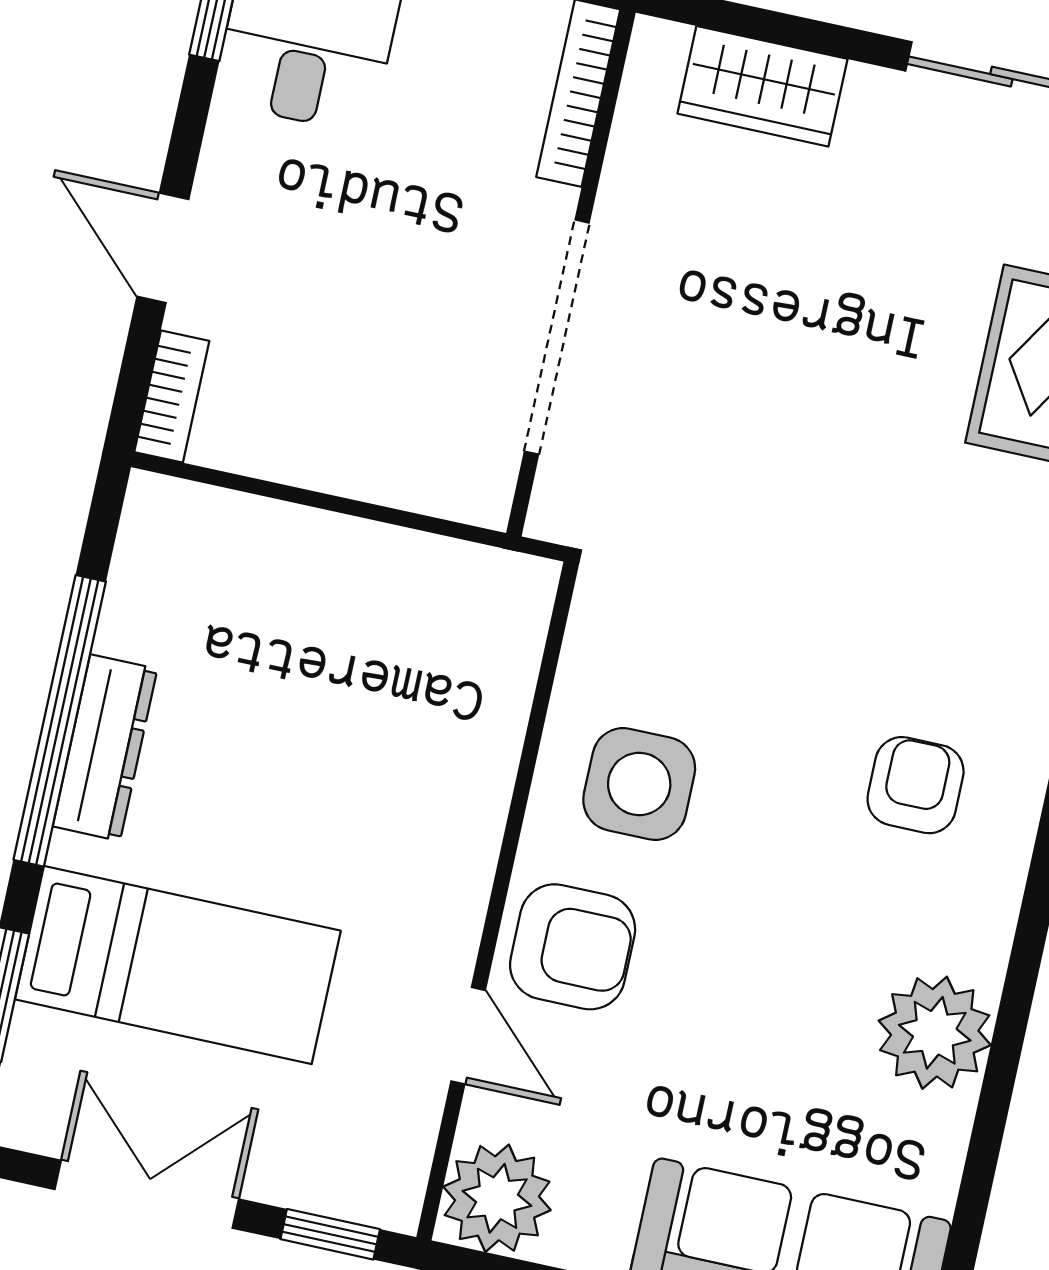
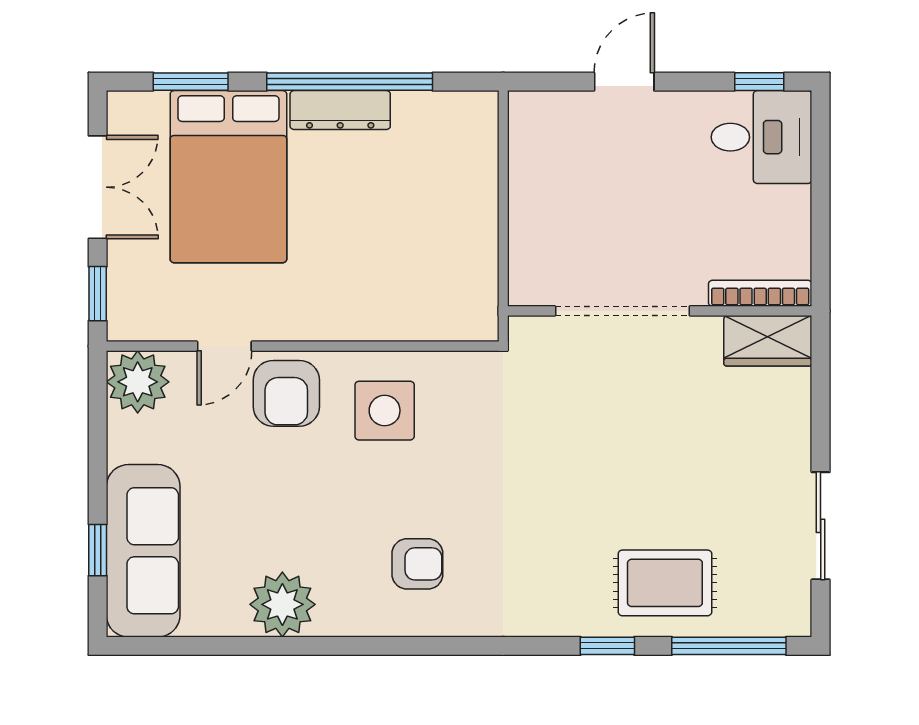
wardrobe: (762, 86) -> (768, 341), moved, turned -90
bookcase: (172, 396) -> (543, 105), removed
bed: (178, 965) -> (228, 177), width x1.50

